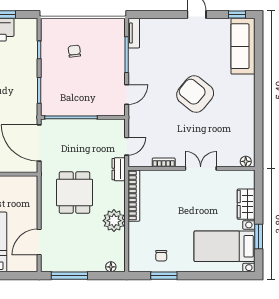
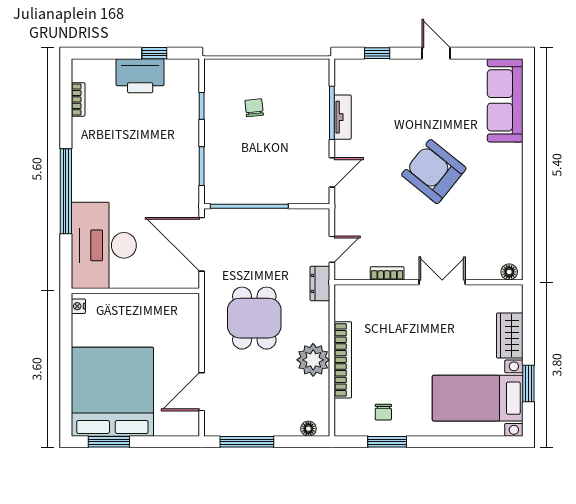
window: (237, 14) -> (377, 53), moved
tv unit: (134, 33) -> (343, 117), moved
bookcase: (134, 196) -> (343, 360), moved

